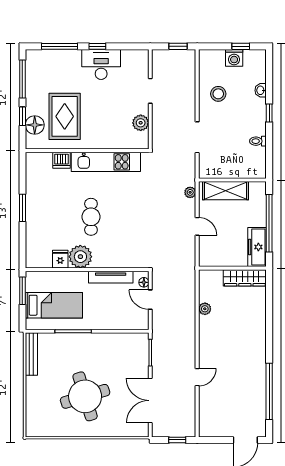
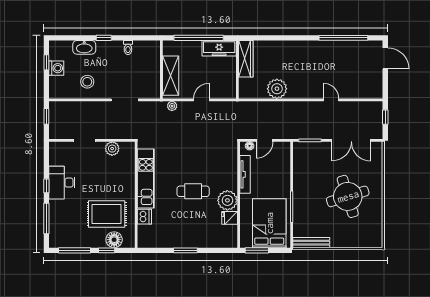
washbasin: (261, 90) -> (84, 47), width x1.91, depth x1.45
bed: (54, 305) -> (269, 223), width x1.50
plant: (205, 309) -> (277, 89), width x1.87, depth x1.87

